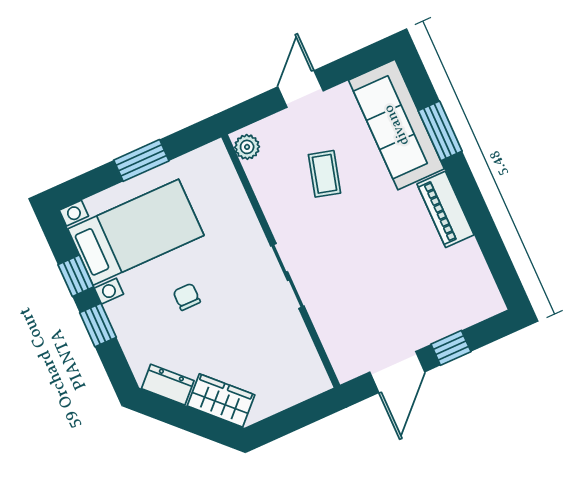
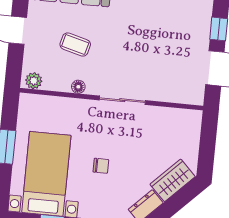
floor lamp: (272, 209) -> (78, 87), added
chair: (187, 297) -> (101, 166), turned 180

